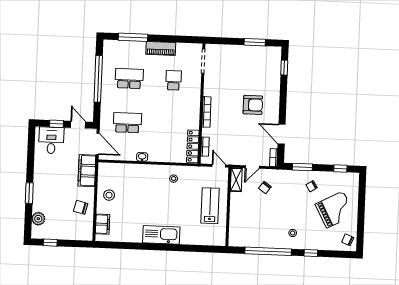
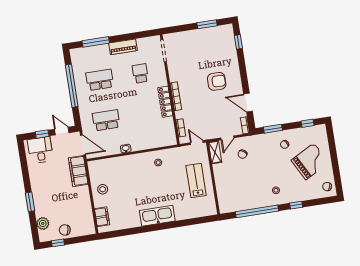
locker: (193, 146) -> (165, 102), moved
chair: (81, 207) -> (65, 230), moved

